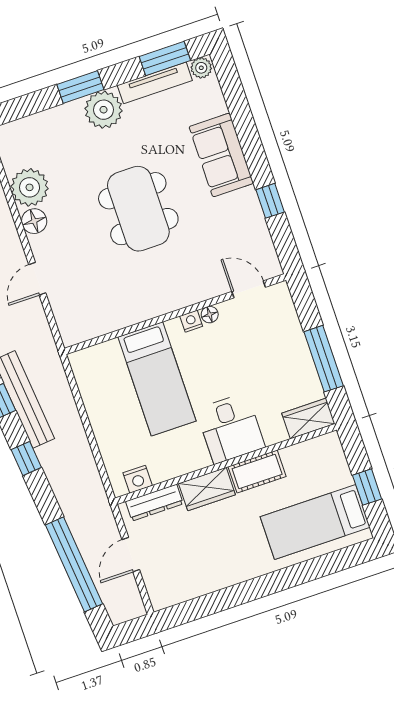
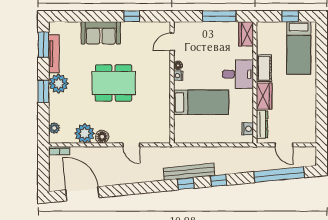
plant: (201, 68) -> (54, 128), moved

